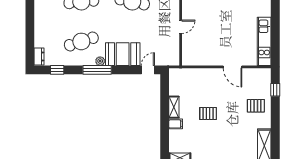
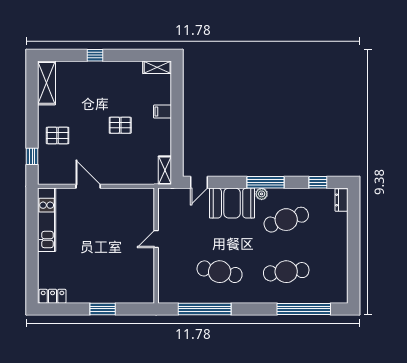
shelving: (174, 107) -> (165, 170), moved

